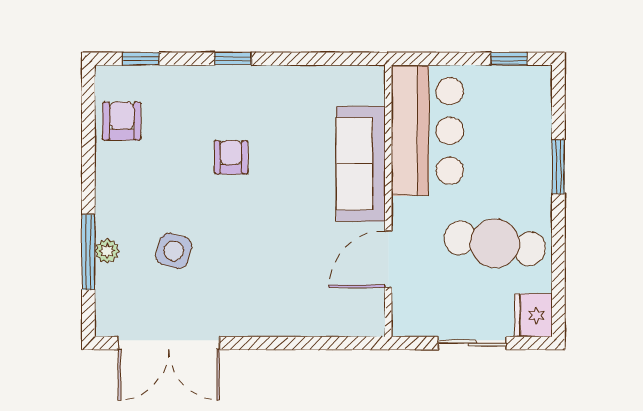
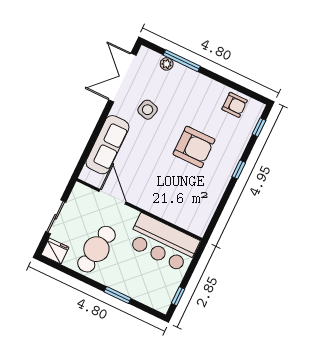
armchair: (231, 157) -> (194, 147), width x1.88, depth x1.88
sofa: (361, 164) -> (107, 145), moved, turned 90
plant: (107, 251) -> (167, 64), moved
side table: (174, 251) -> (148, 110), moved

